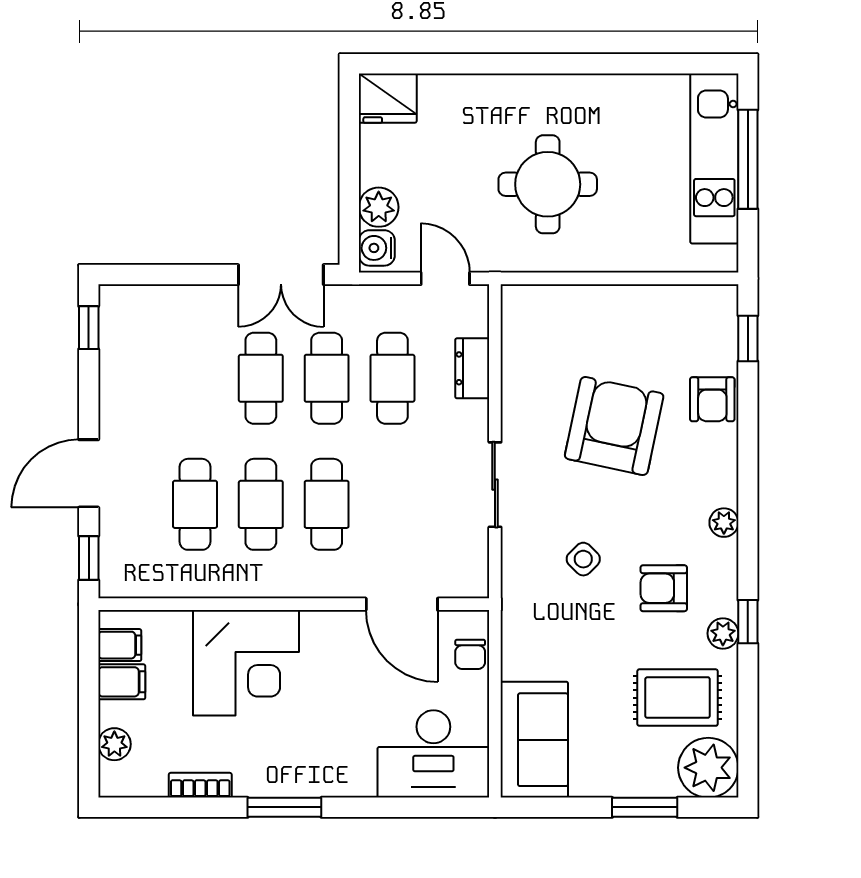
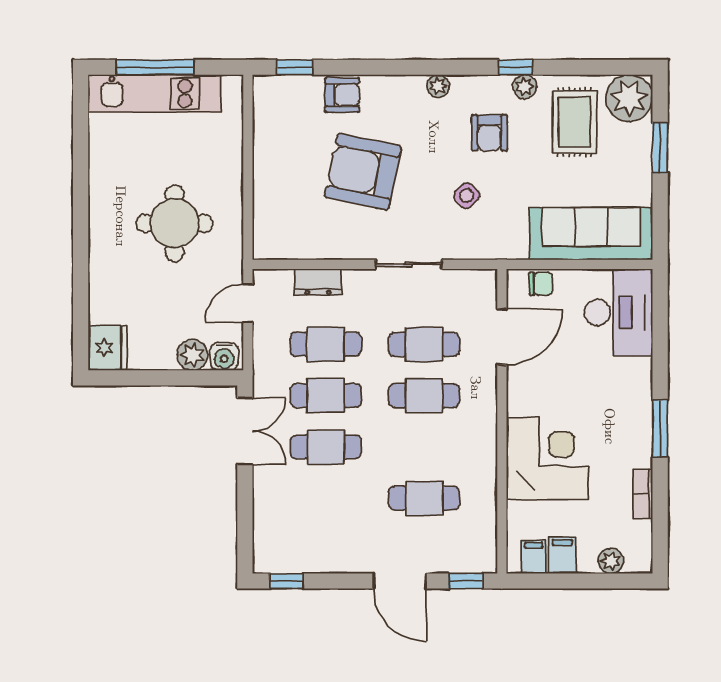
cafe table: (261, 504) -> (424, 344), moved
sofa: (534, 740) -> (591, 234), width x1.36

